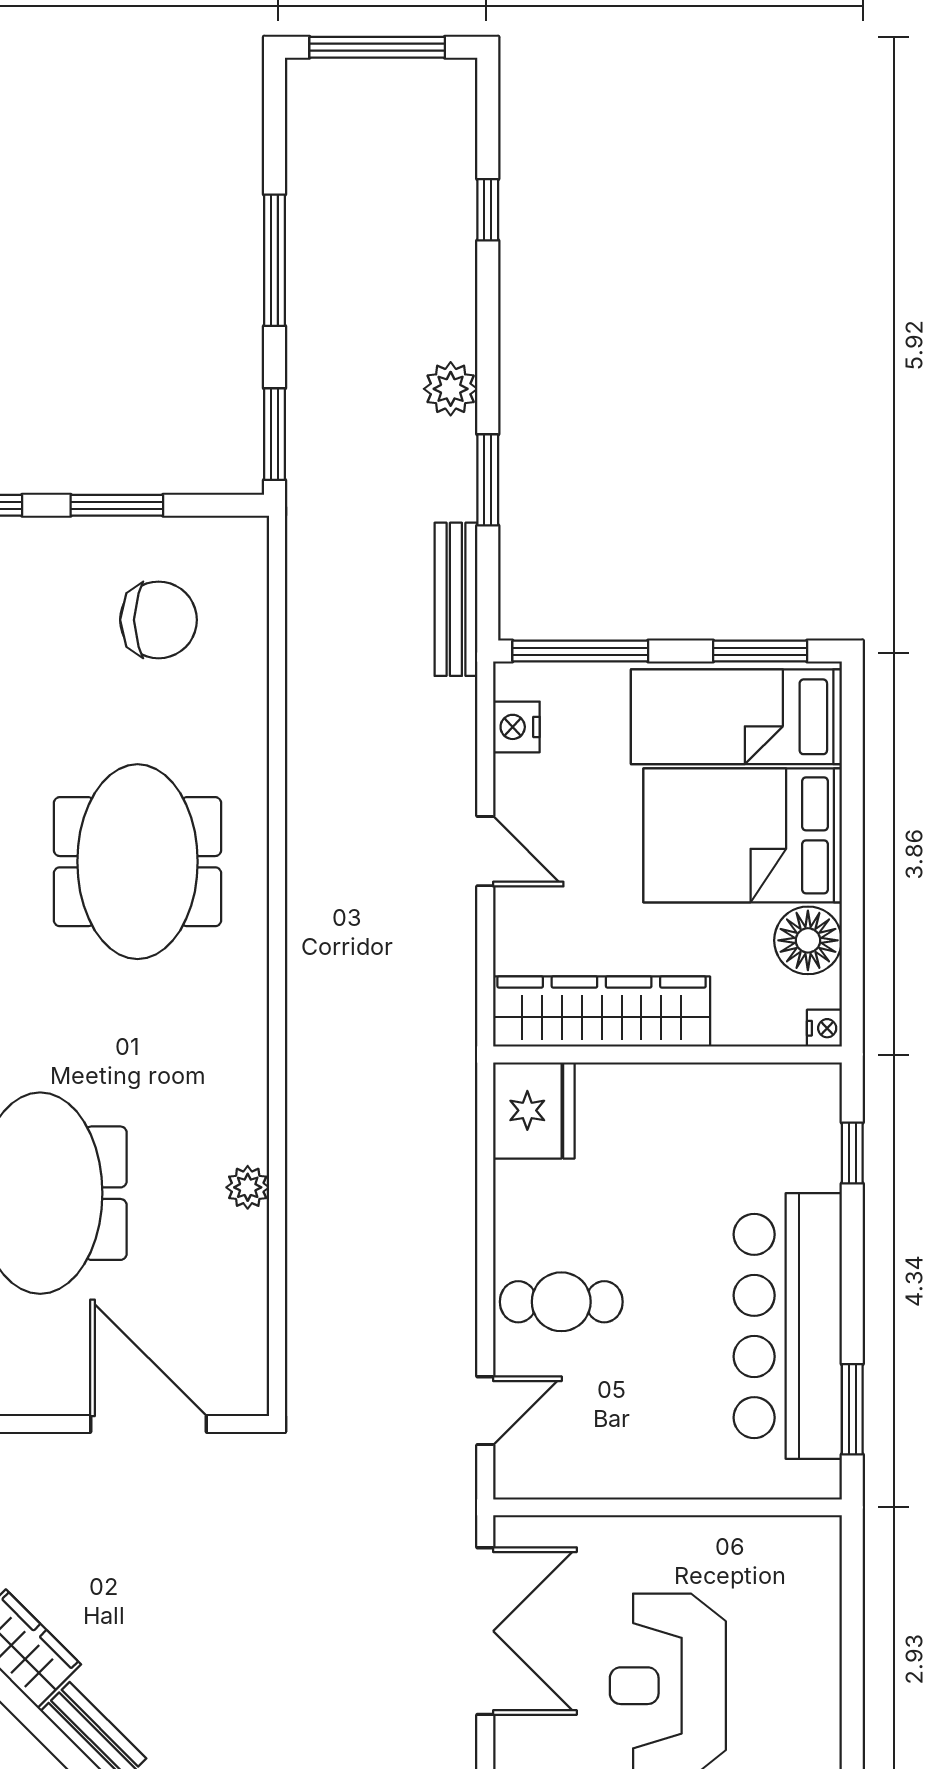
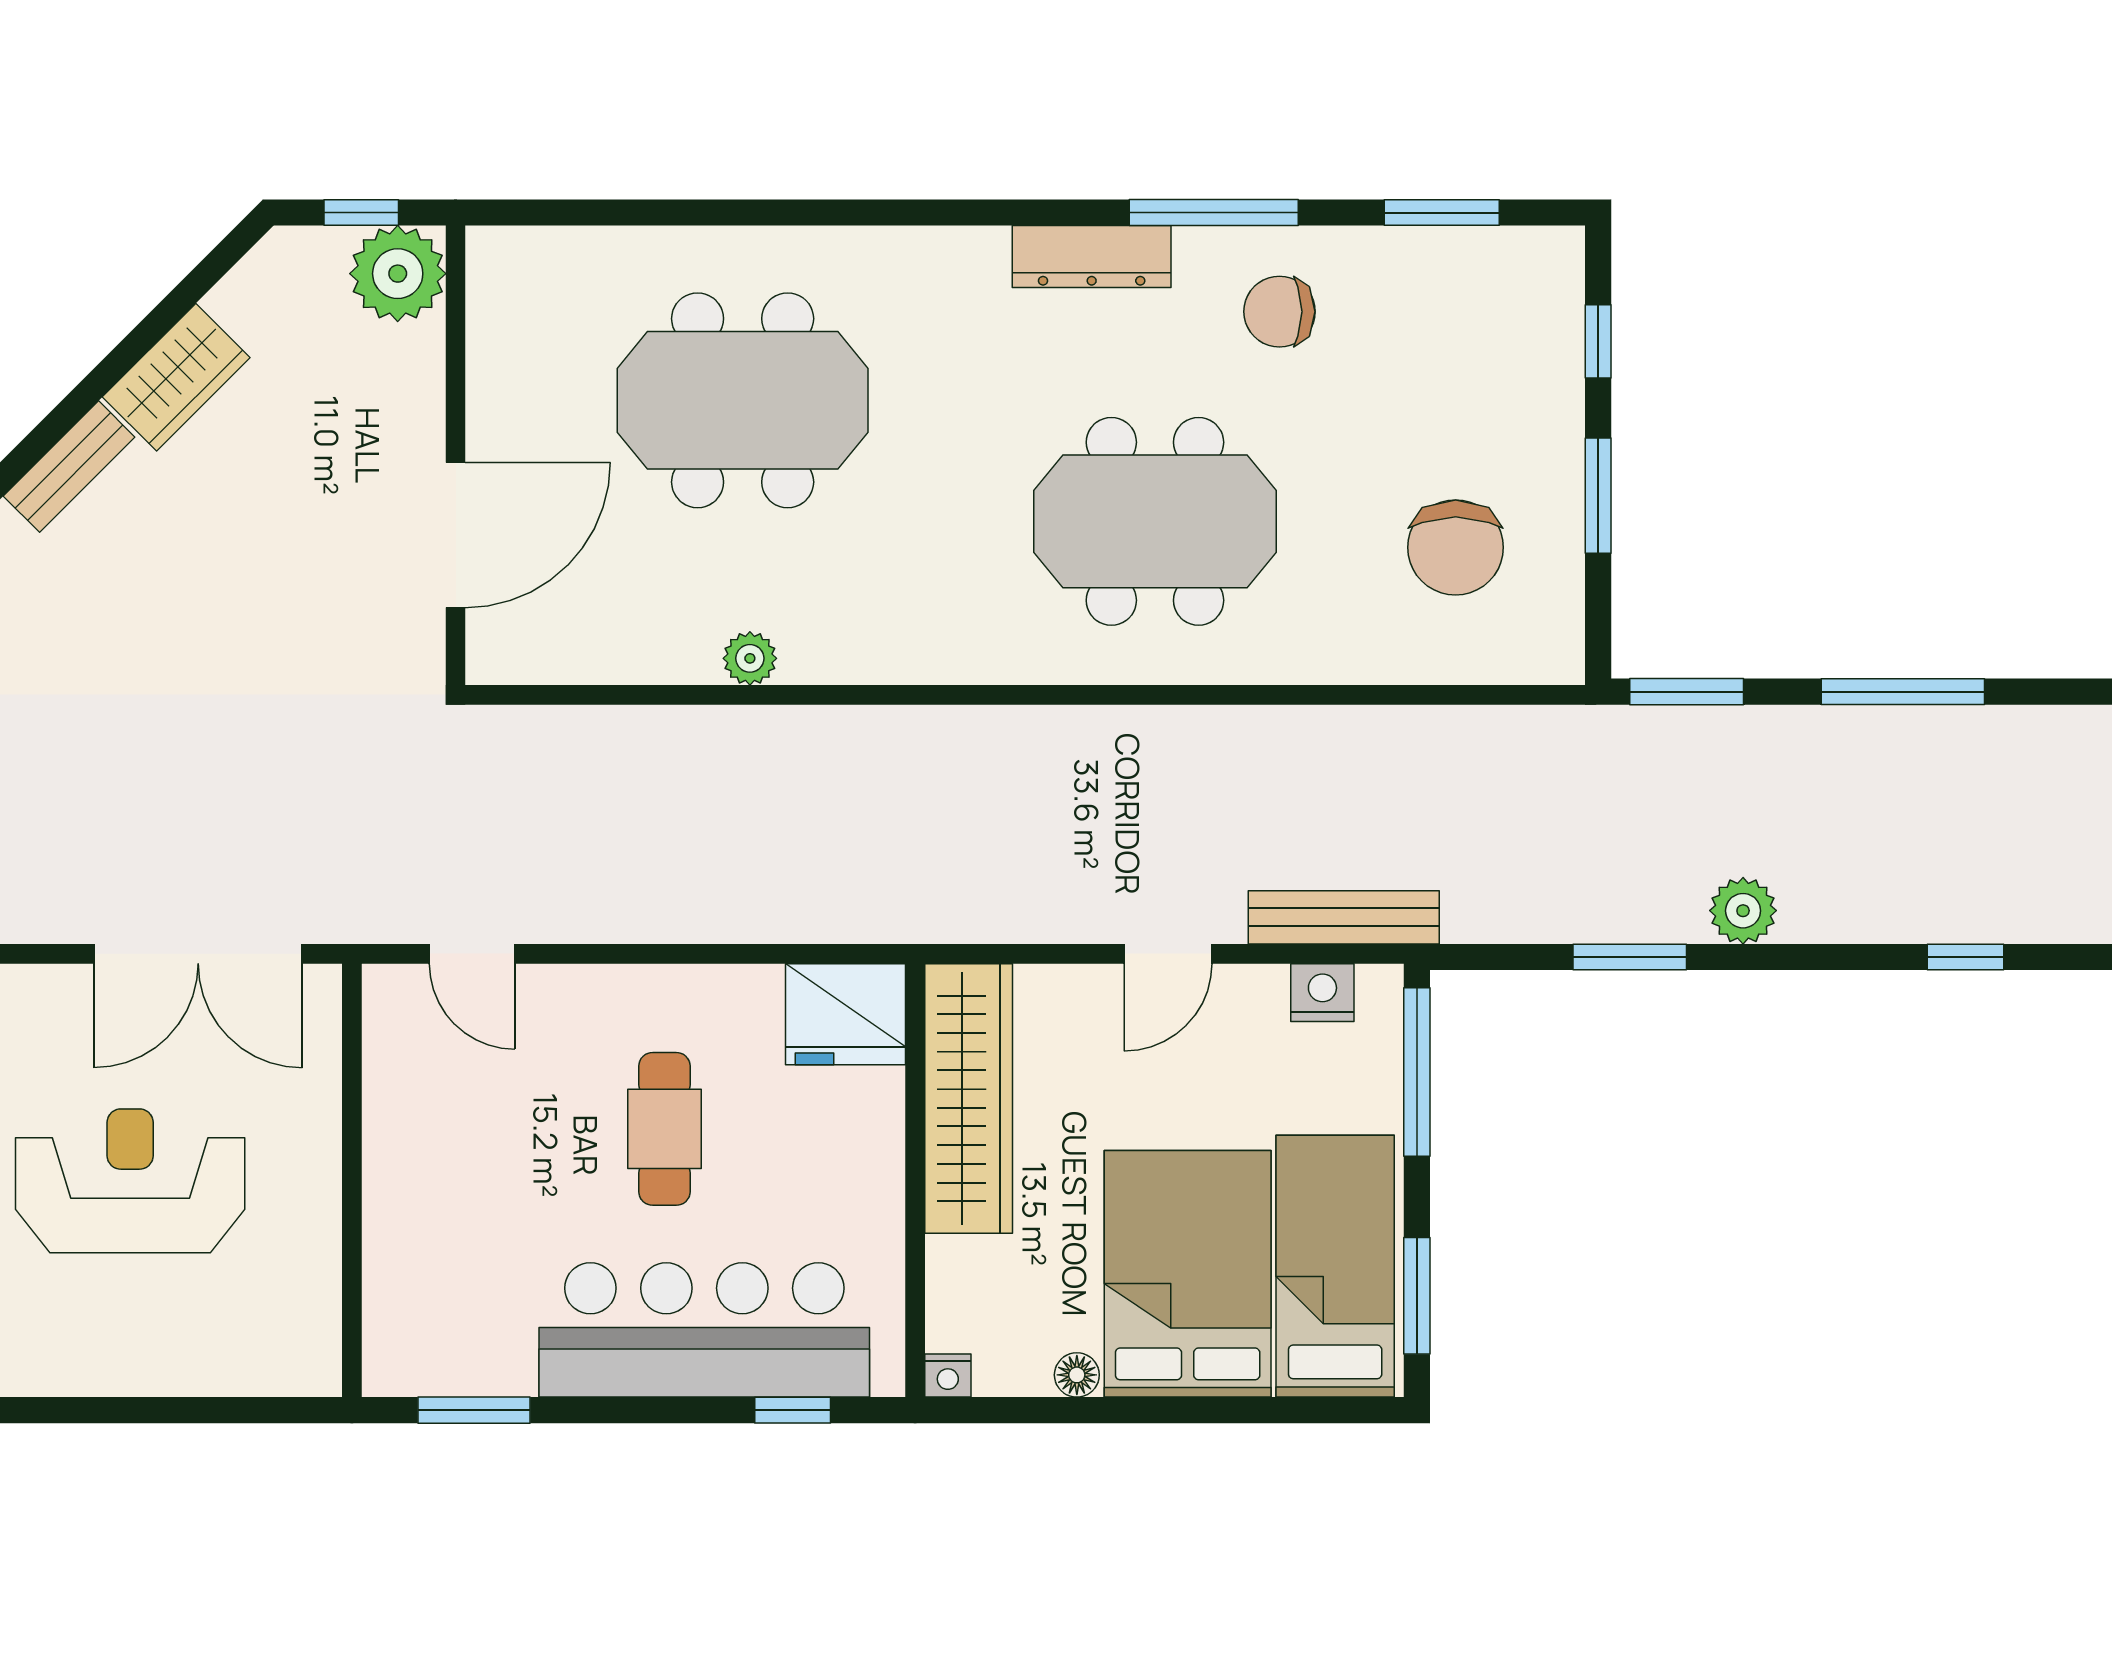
bench: (456, 599) -> (1344, 917), moved
floor lamp: (808, 940) -> (1077, 1375), width x0.53, depth x0.53
cafe table: (561, 1302) -> (664, 1129), moved
bar counter: (788, 1326) -> (704, 1330), moved

